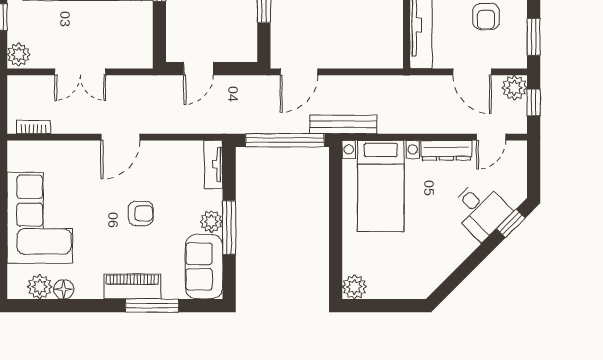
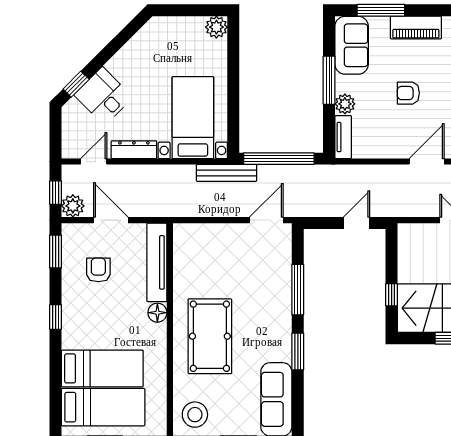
plant: (211, 221) -> (345, 104), moved
window: (152, 306) -> (381, 10), moved

